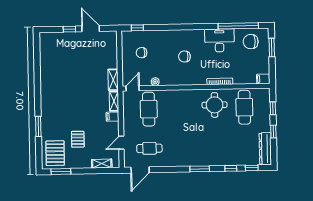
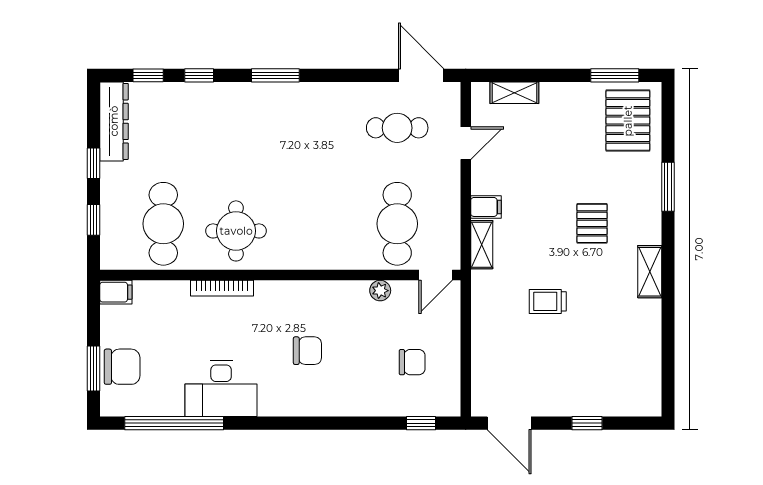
door: (91, 29) -> (509, 423), moved
chair: (251, 42) -> (122, 367), moved
trolley: (86, 79) -> (548, 301), added
shelving: (113, 80) -> (650, 272), moved
pallet: (78, 139) -> (592, 223), moved
door: (140, 170) -> (421, 75), hinge flipped

